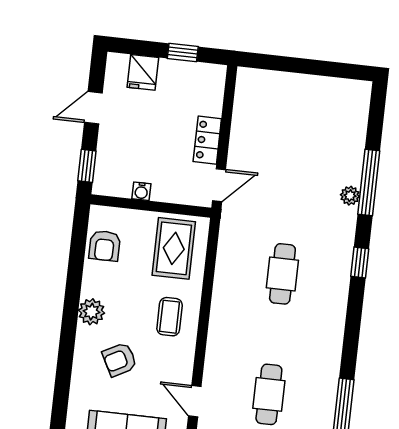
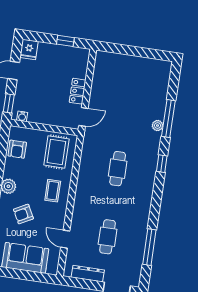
fridge: (143, 72) -> (29, 49), moved
water cooler: (141, 191) -> (22, 116), moved

